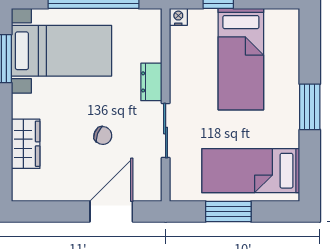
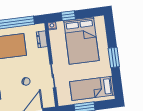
bed: (241, 59) -> (81, 41), width x1.50
dresser: (151, 82) -> (42, 39), moved

